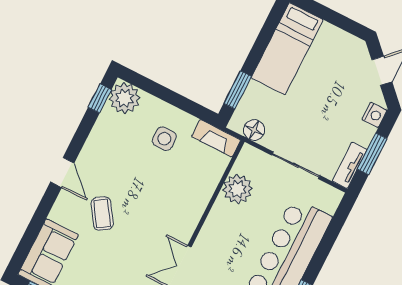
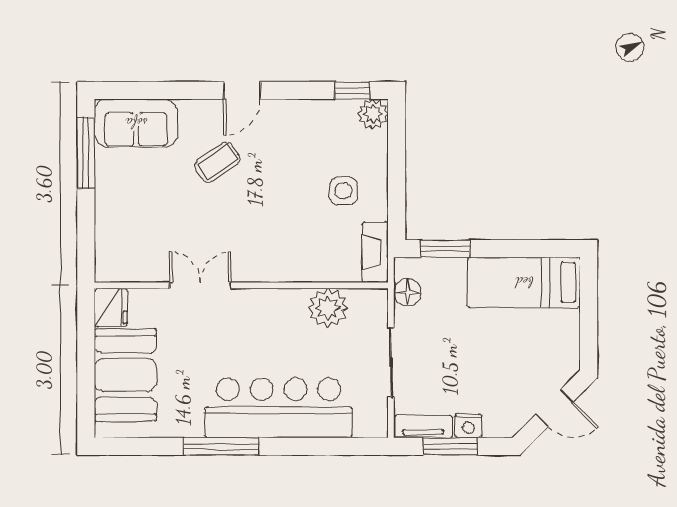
plant: (125, 98) -> (373, 114), width x0.73, depth x0.73
nightstand: (374, 115) -> (468, 426), moved

